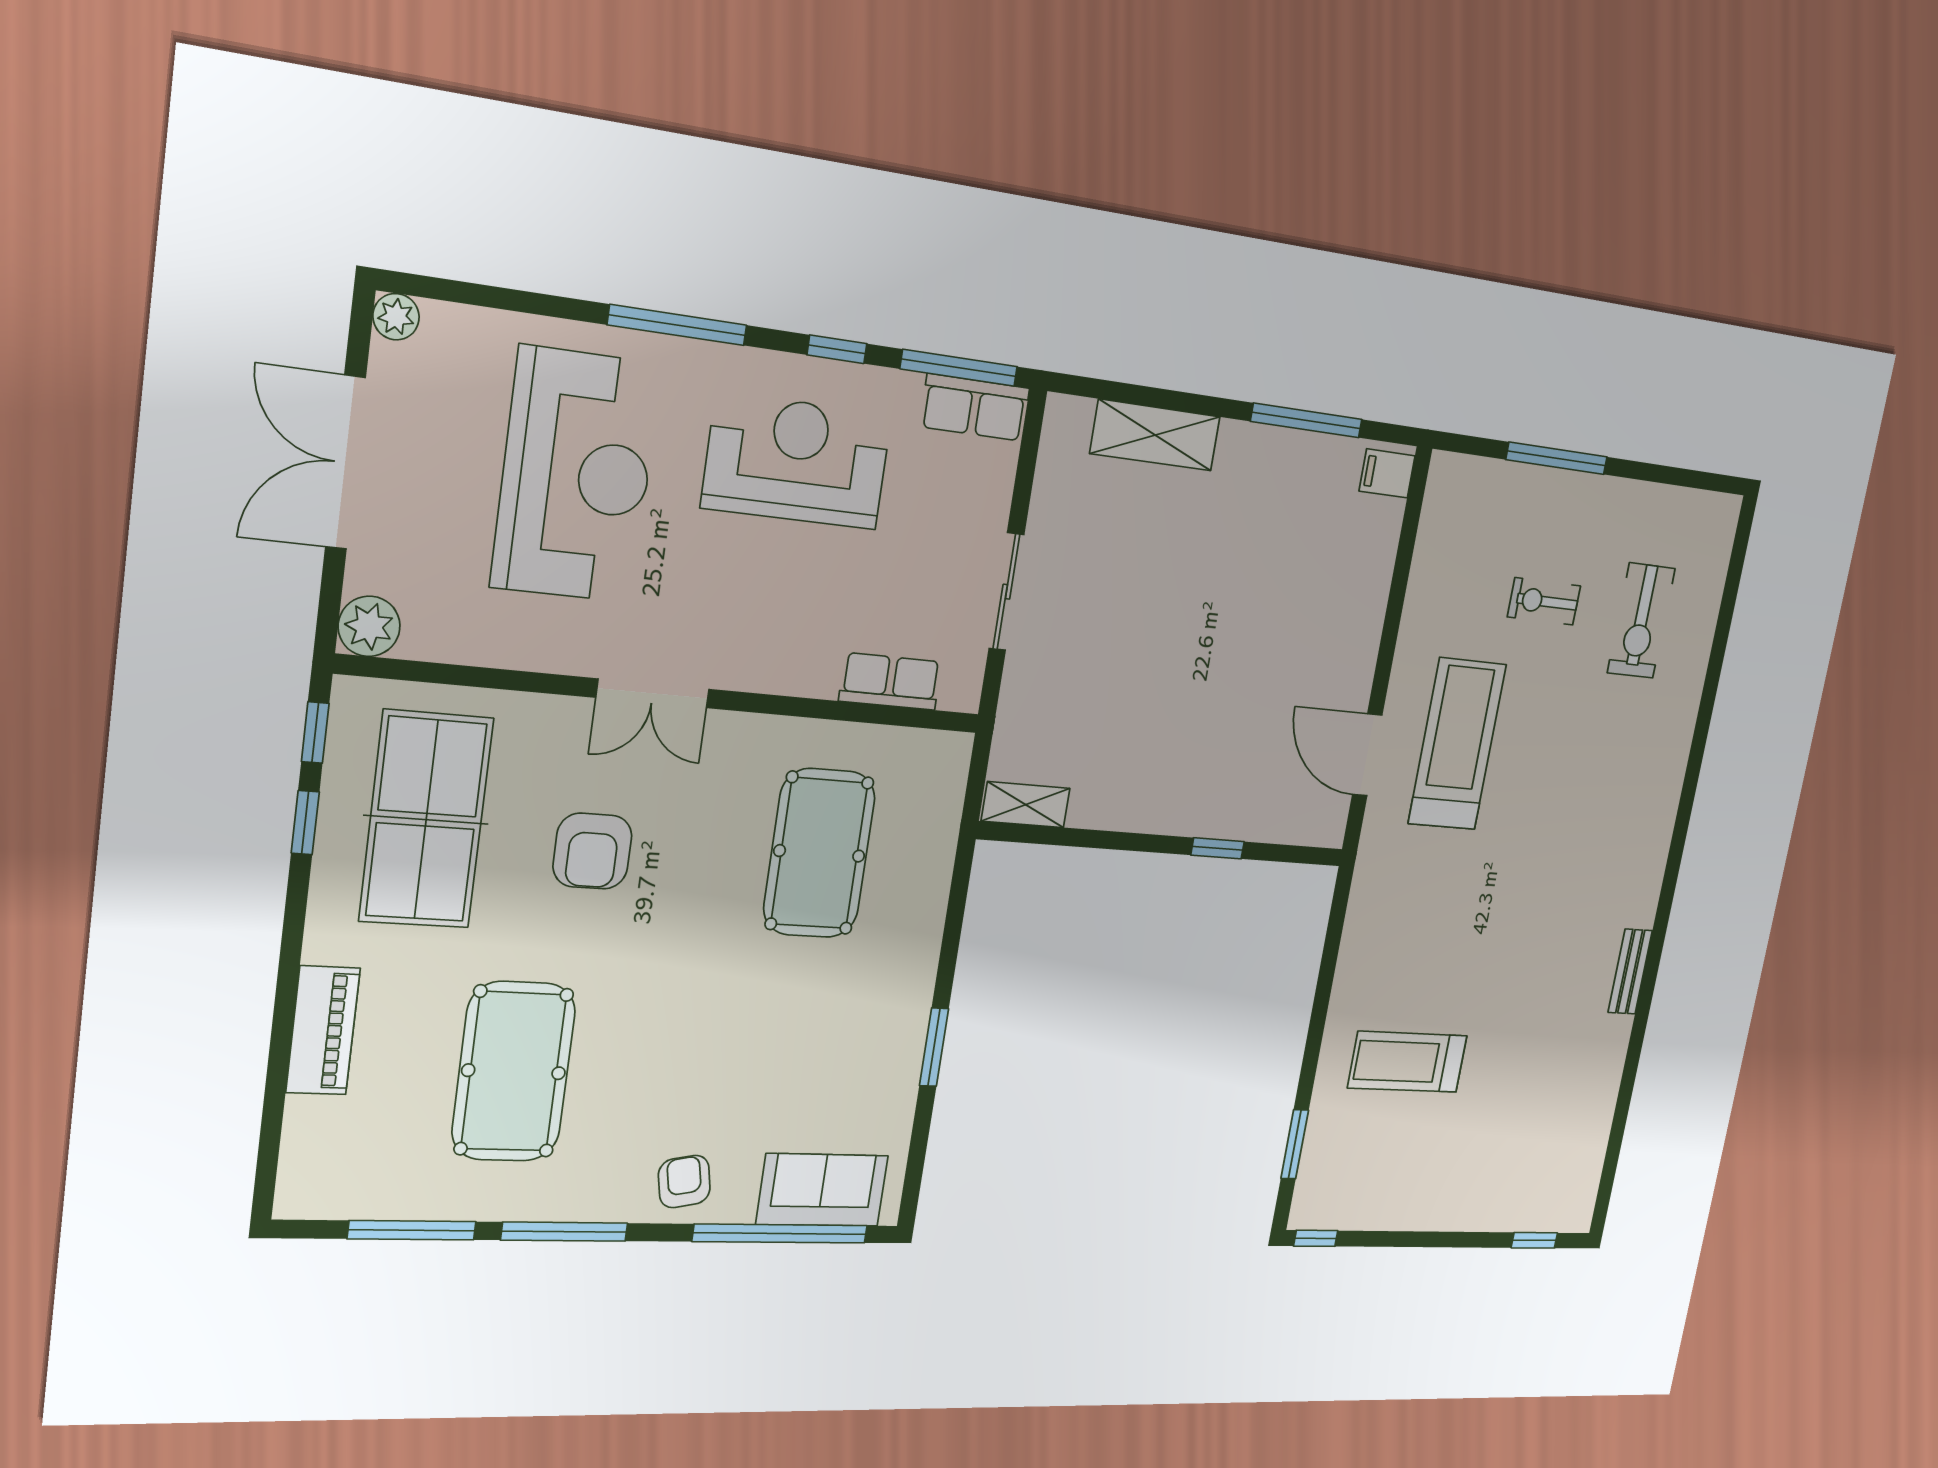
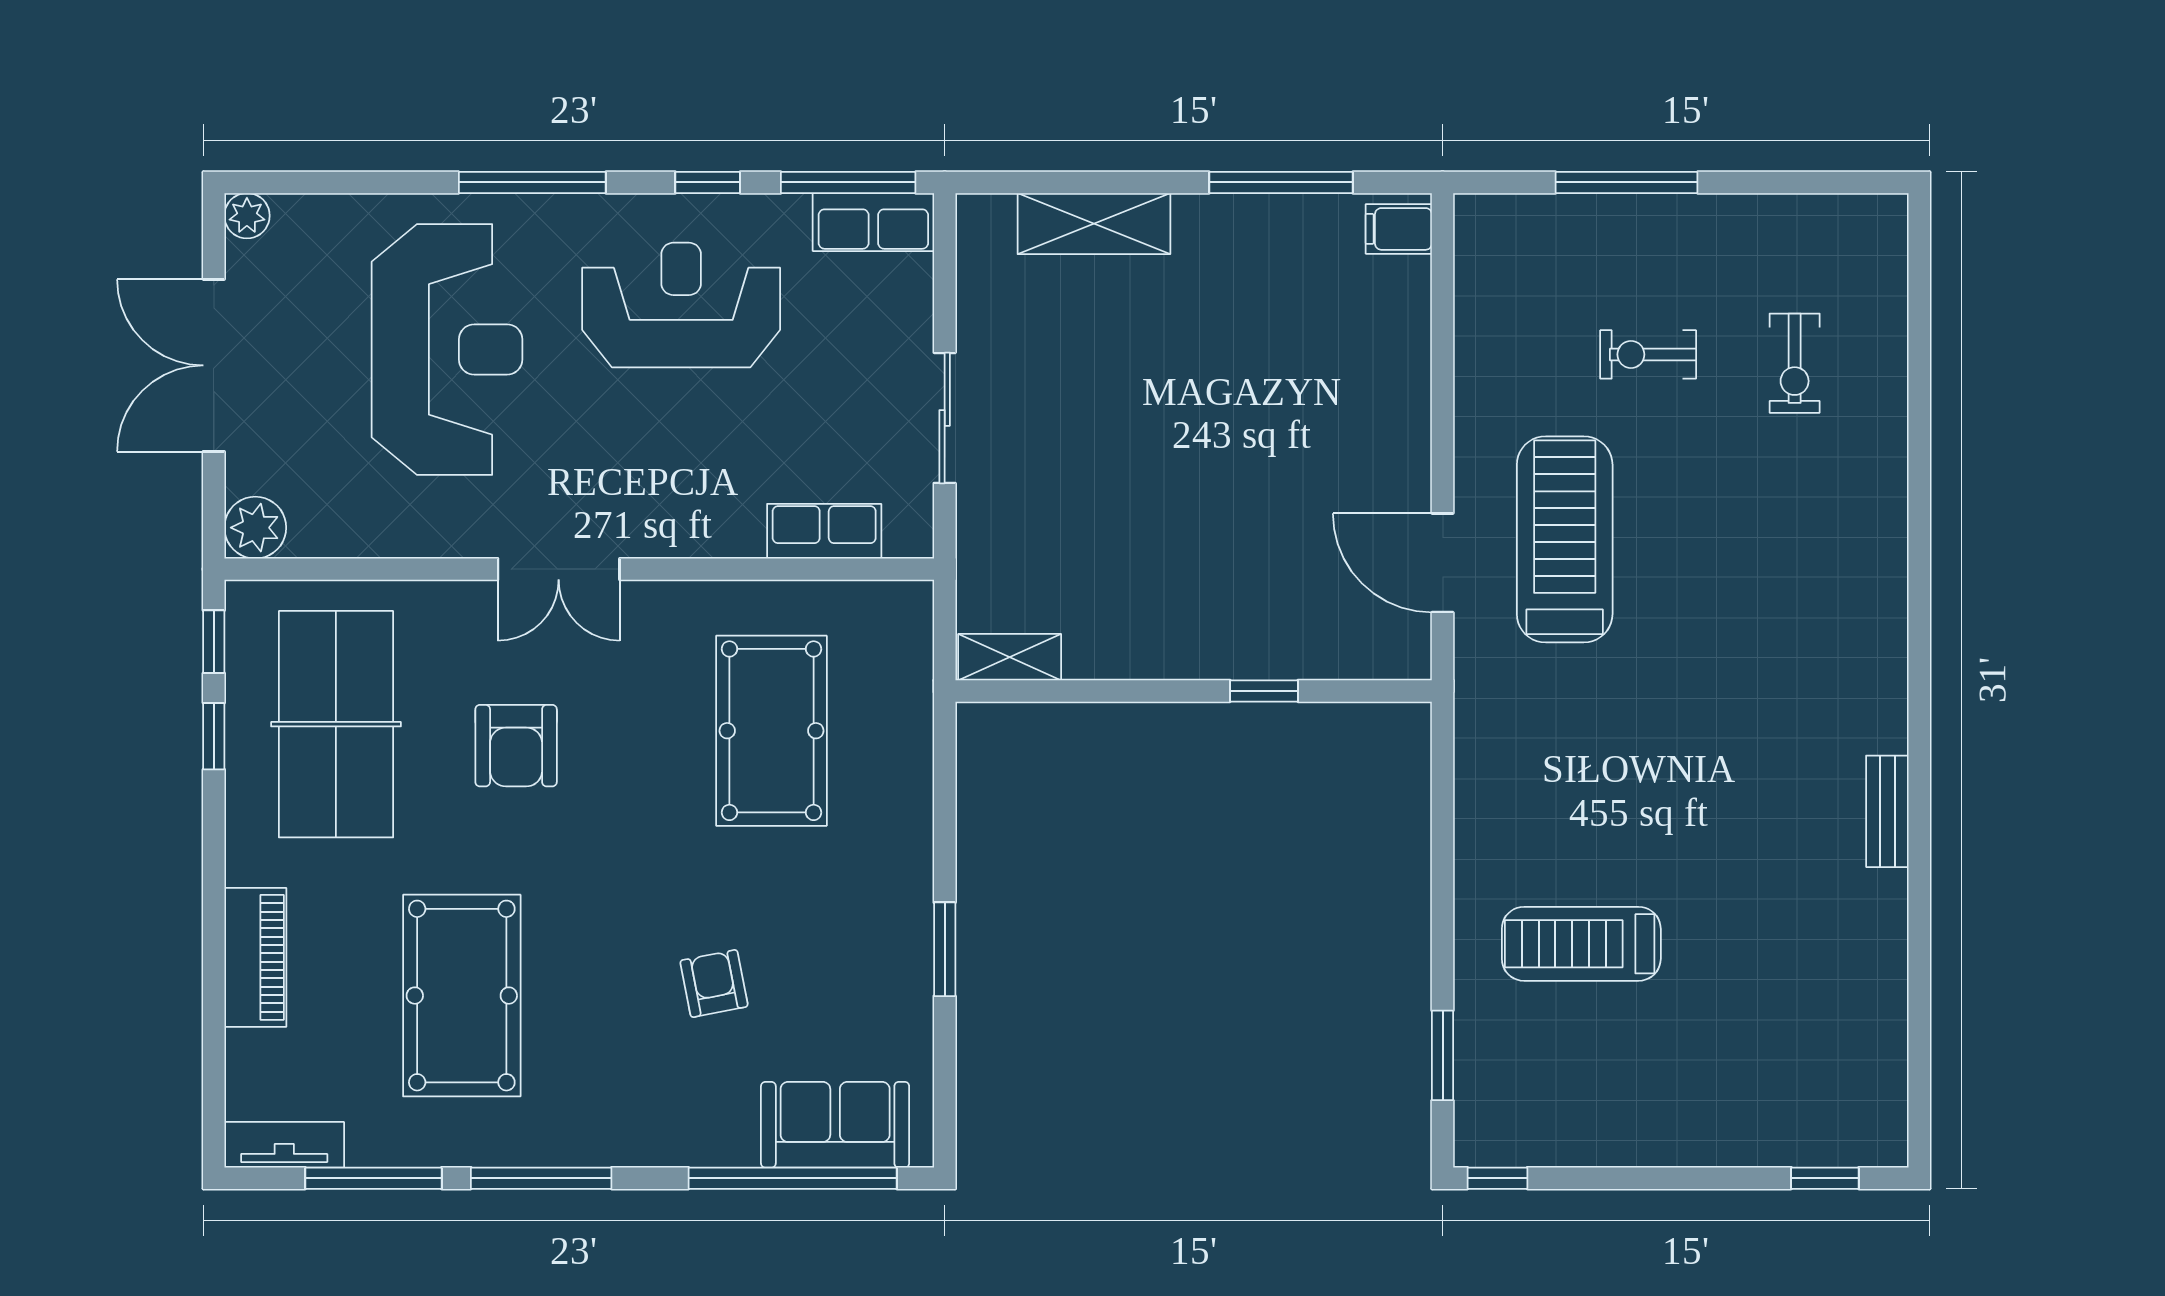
exercise bike: (1641, 621) -> (1795, 363), width x0.73, depth x0.72
armchair: (684, 1182) -> (714, 984), moved
tv unit: (331, 1200) -> (284, 1145), added

